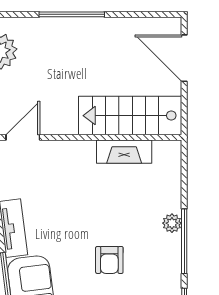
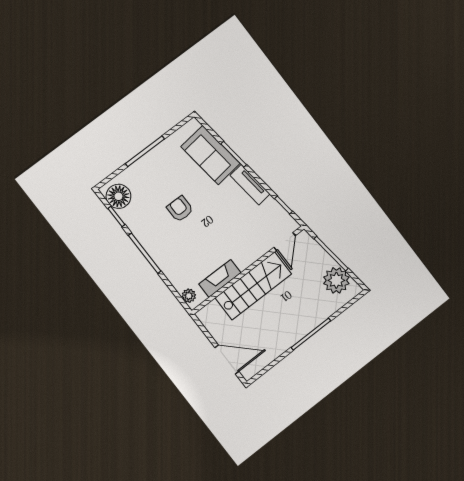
stairs: (130, 116) -> (253, 286), moved
plant: (172, 223) -> (189, 296), moved

